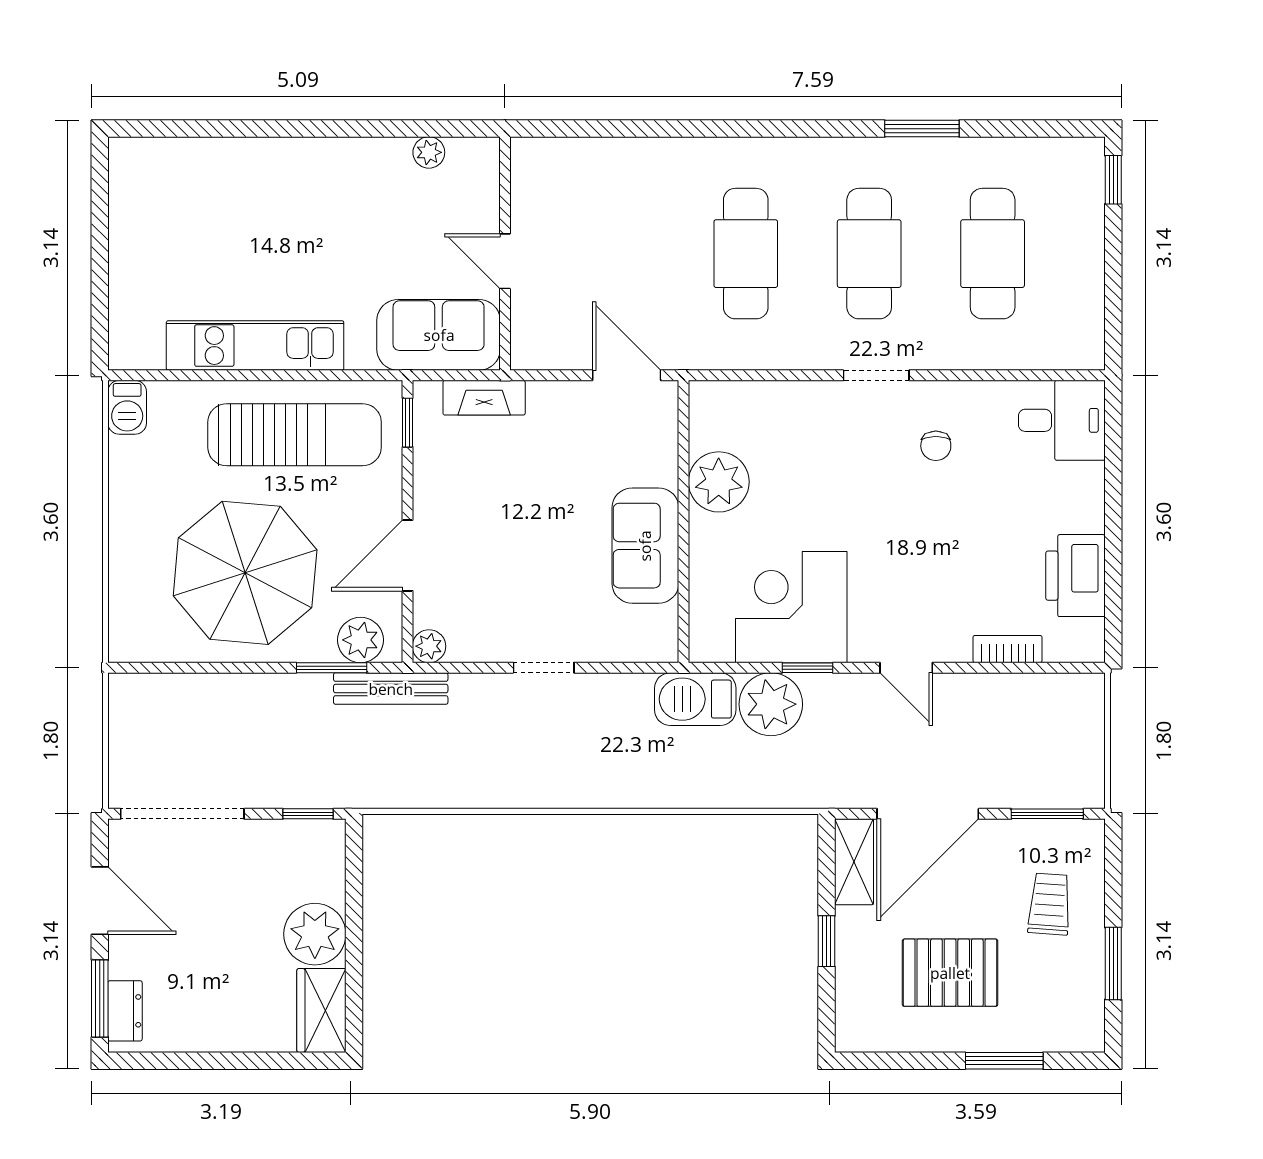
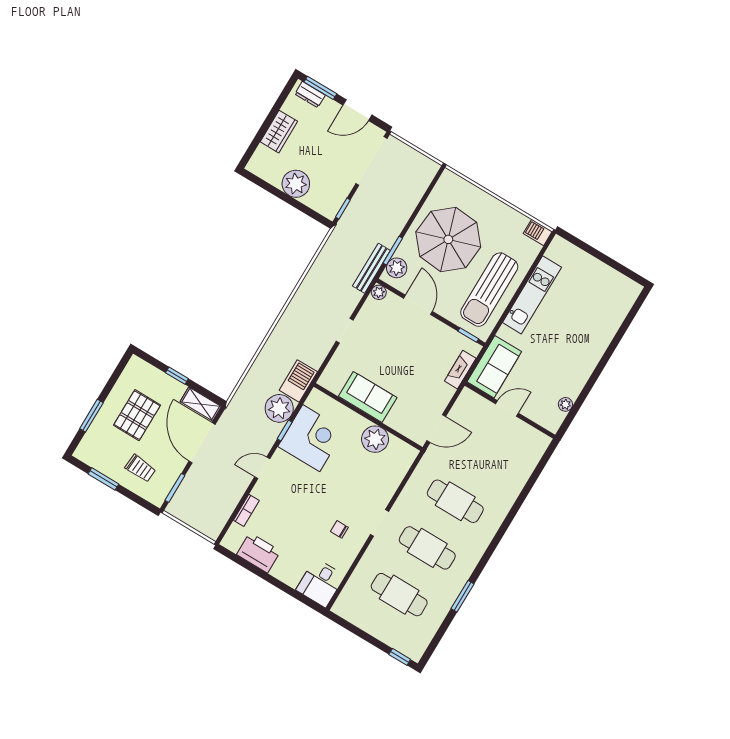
wardrobe: (321, 1010) -> (279, 132), moved, turned 90

